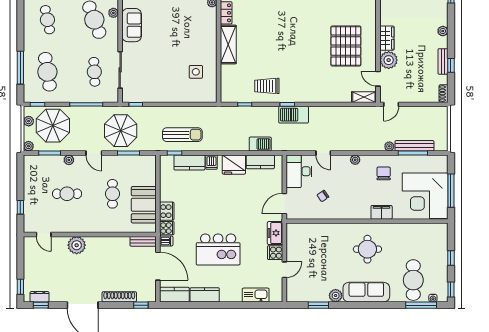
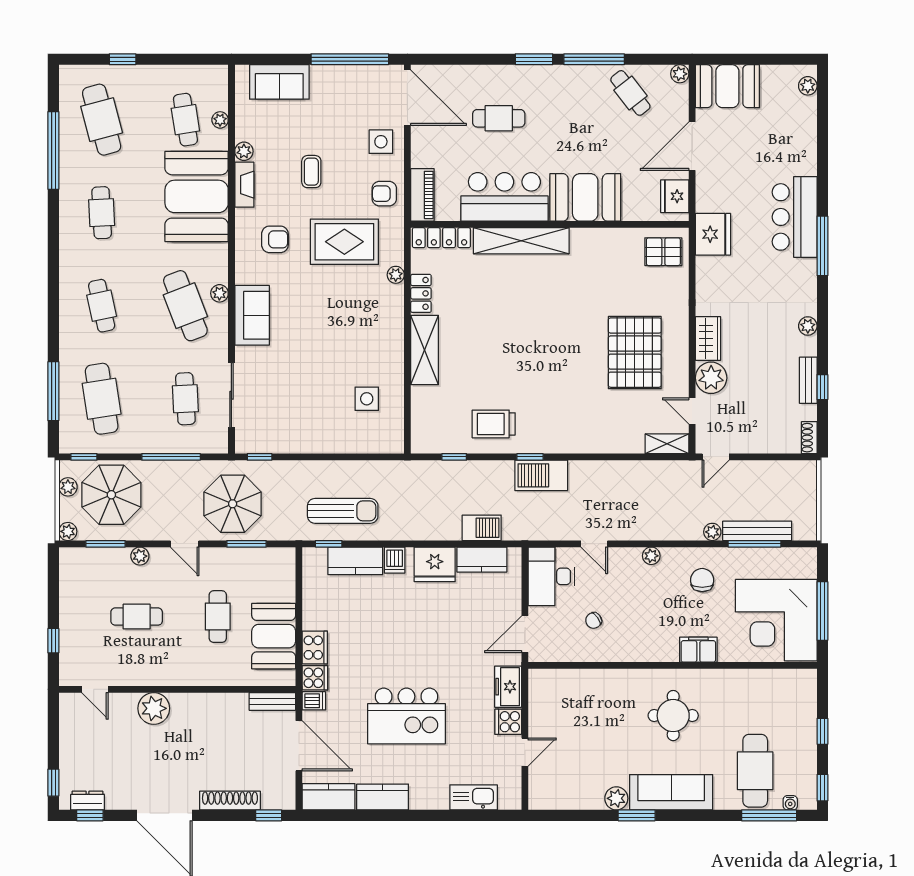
window: (318, 305) -> (637, 815), moved

